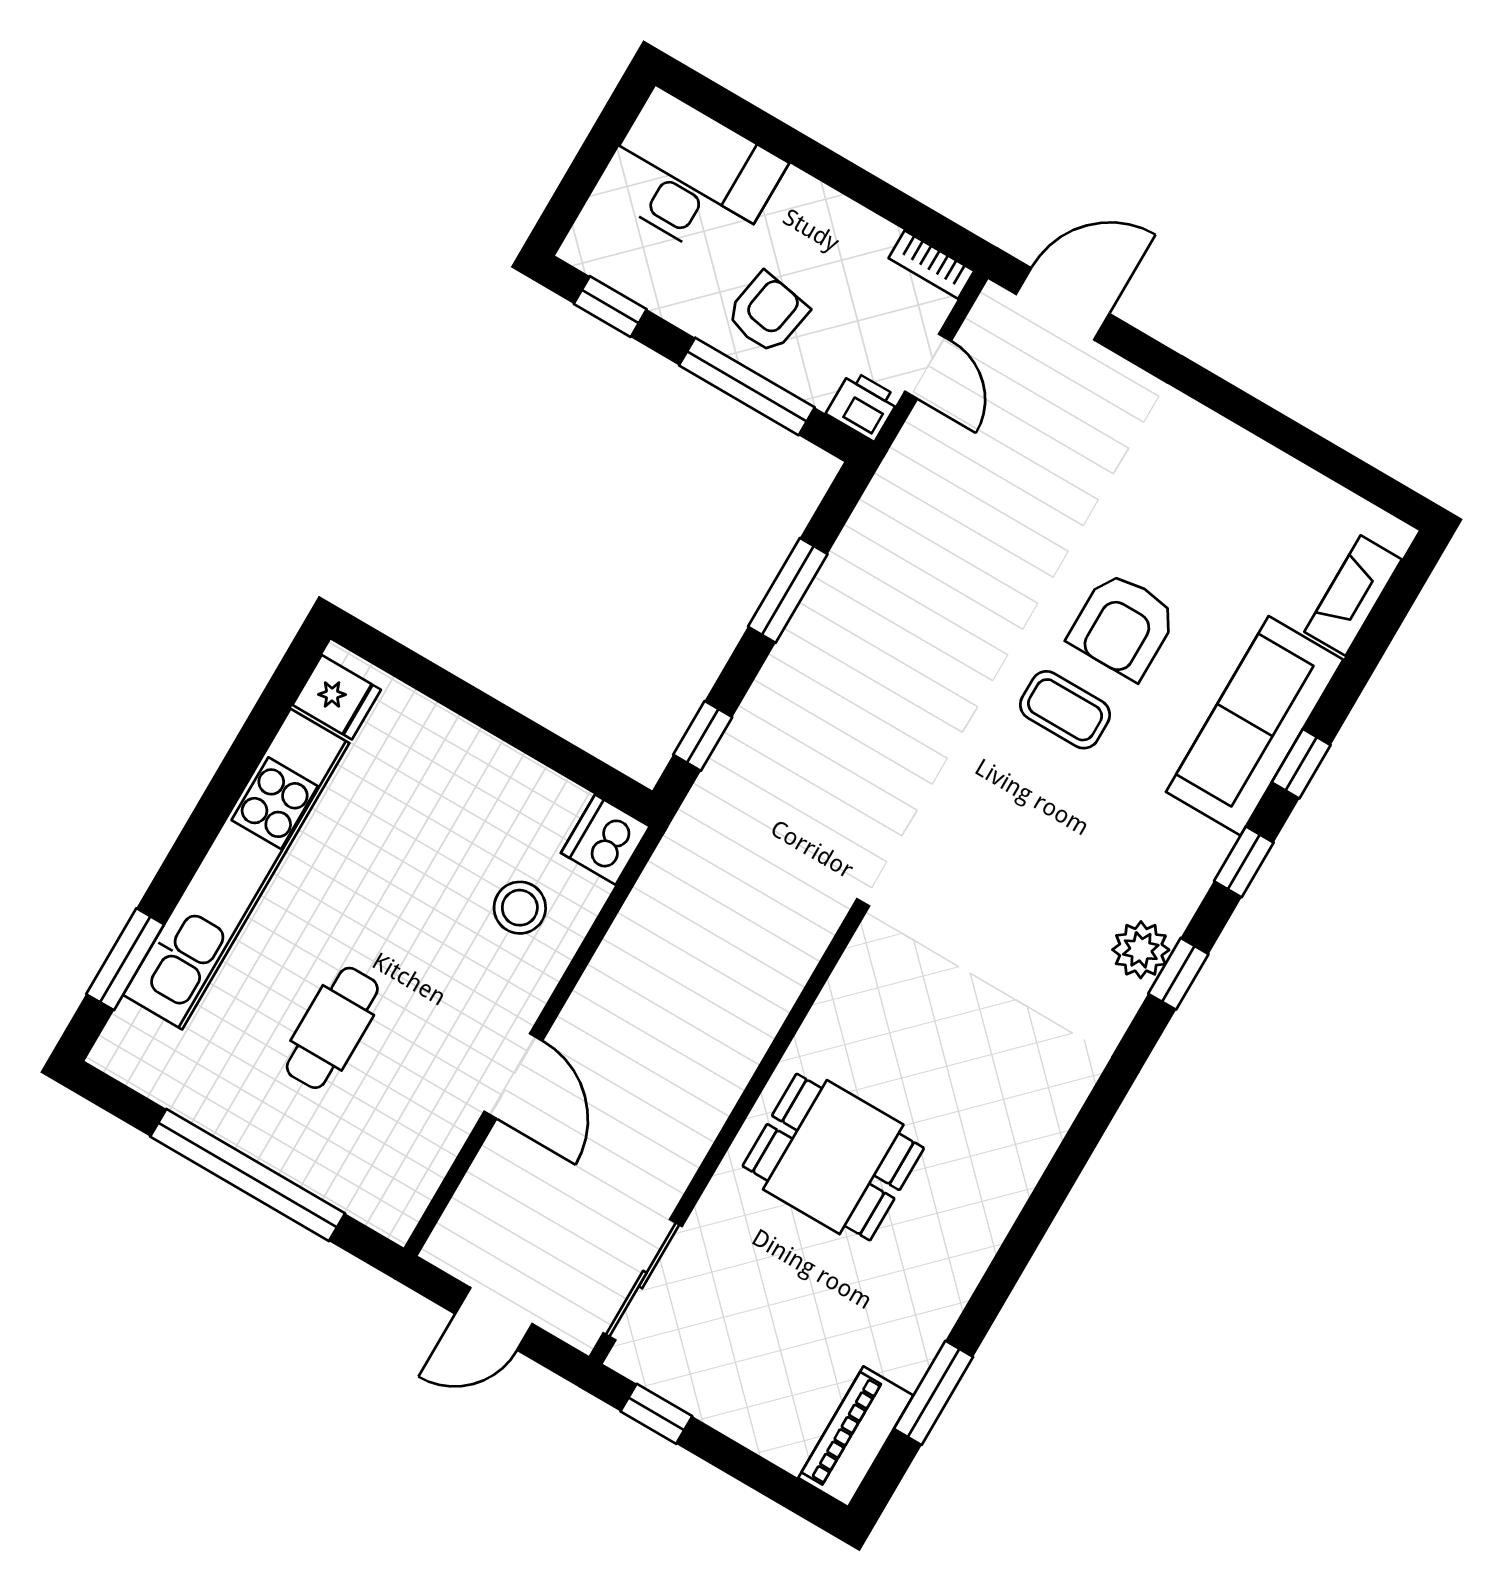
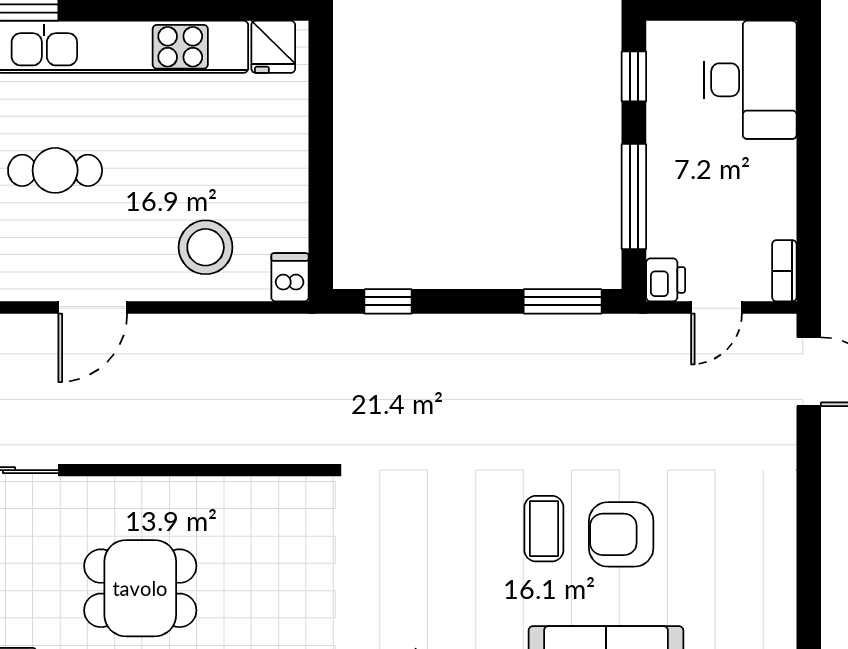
armchair: (767, 313) -> (690, 182), removed
window: (788, 590) -> (563, 301), moved
dishwasher: (605, 840) -> (290, 277), width x0.73
stool: (520, 908) -> (206, 247), width x1.38, depth x1.38
dining table: (833, 1157) -> (140, 588), moved, turned 90

